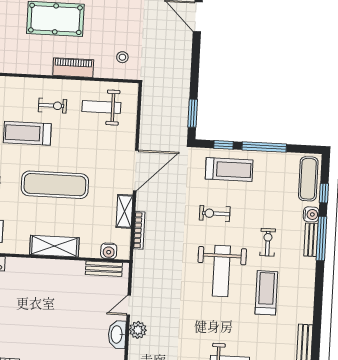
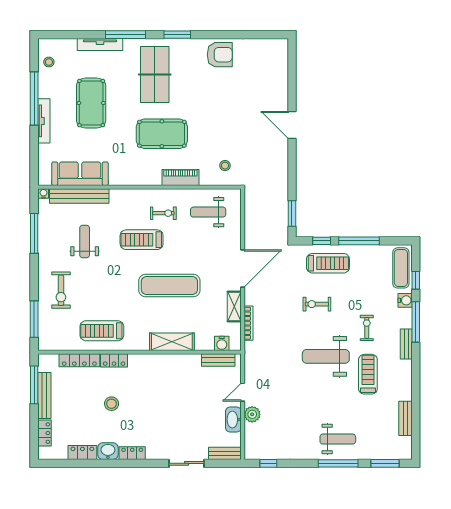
bench: (311, 240) -> (406, 344), moved
weight bench: (221, 271) -> (326, 356), turned 90

